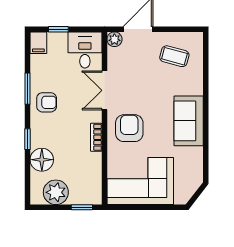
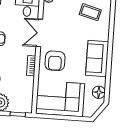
armchair: (129, 128) -> (55, 61), turned 180
floor lamp: (194, 168) -> (99, 92), added

